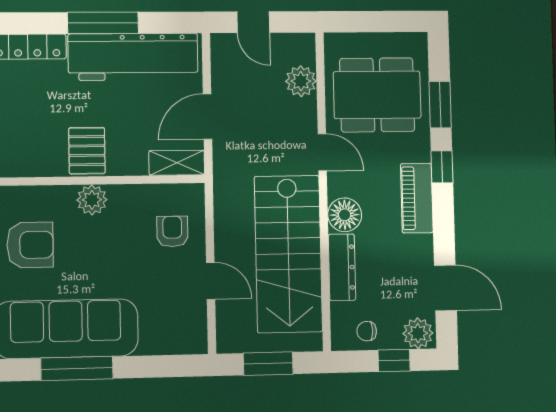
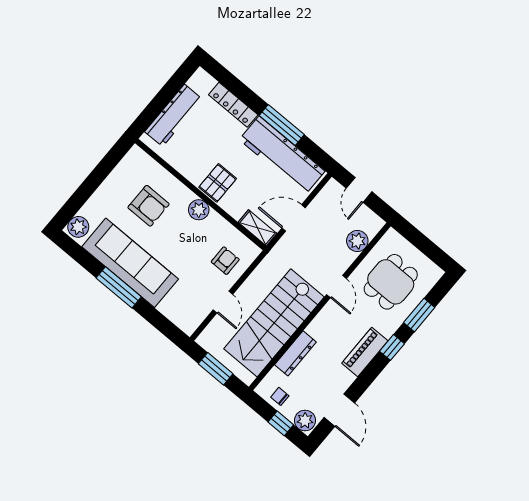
dining table: (377, 95) -> (391, 282), width x0.73
floor lamp: (345, 215) -> (320, 328), removed

